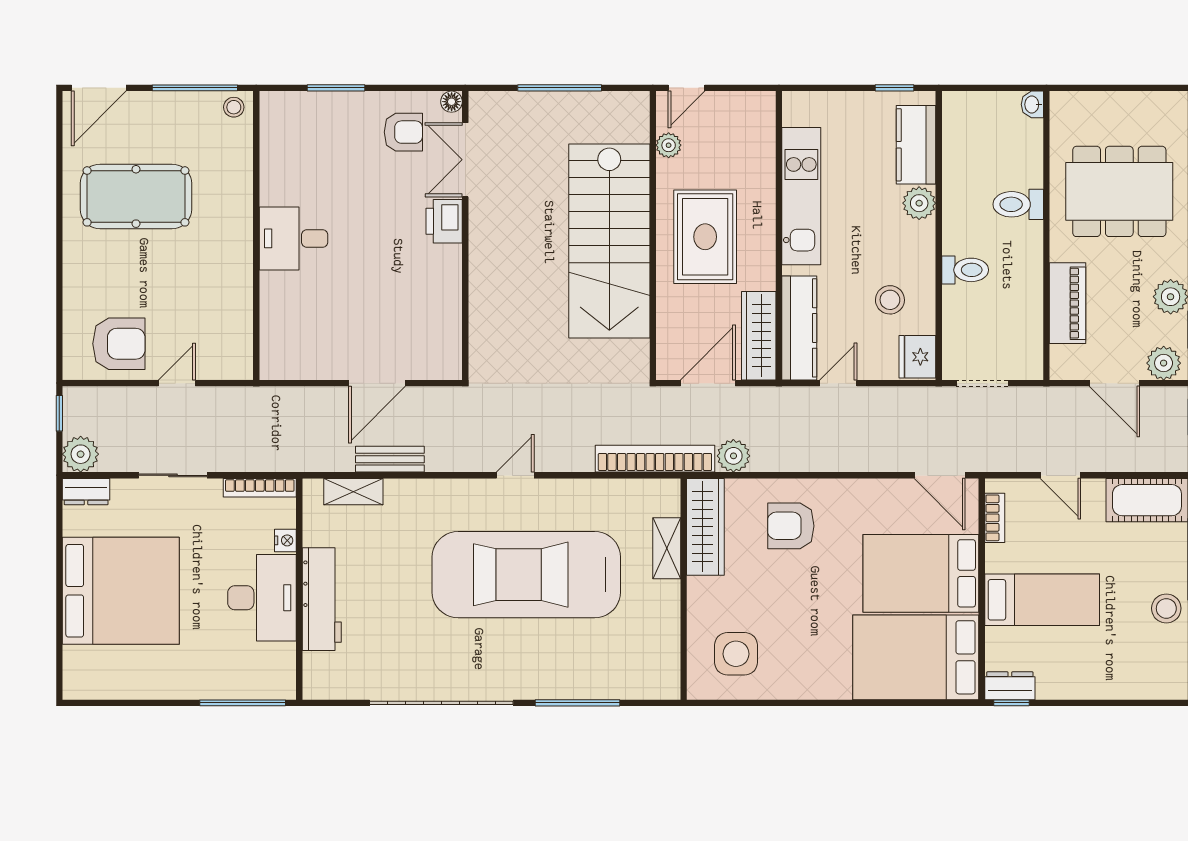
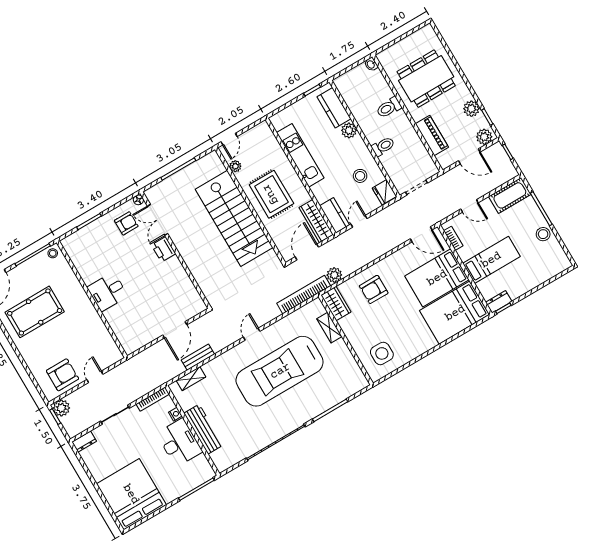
kitchen counter: (799, 328) -> (335, 215), width x0.67
plant: (81, 454) -> (61, 408), moved
wardrobe: (705, 527) -> (336, 304), width x0.67
bed: (121, 591) -> (131, 494), moved, turned -90

